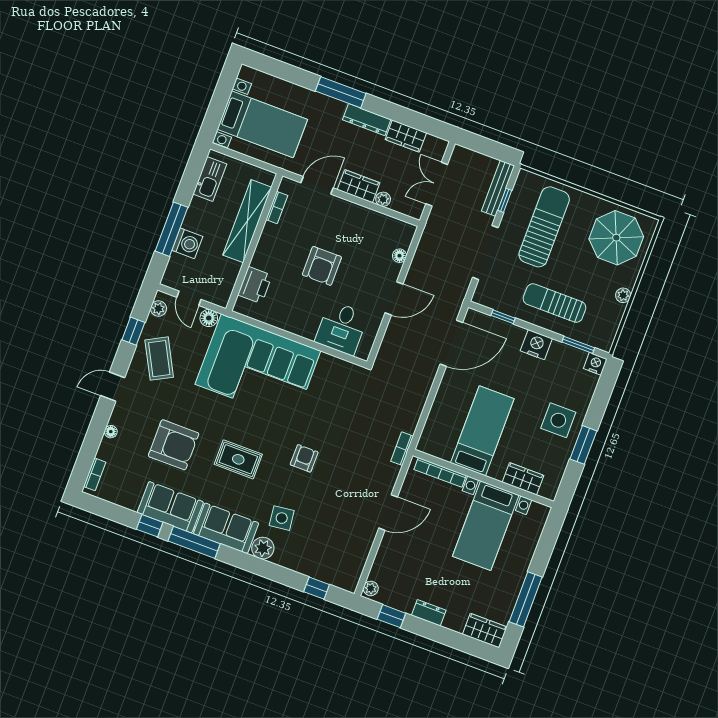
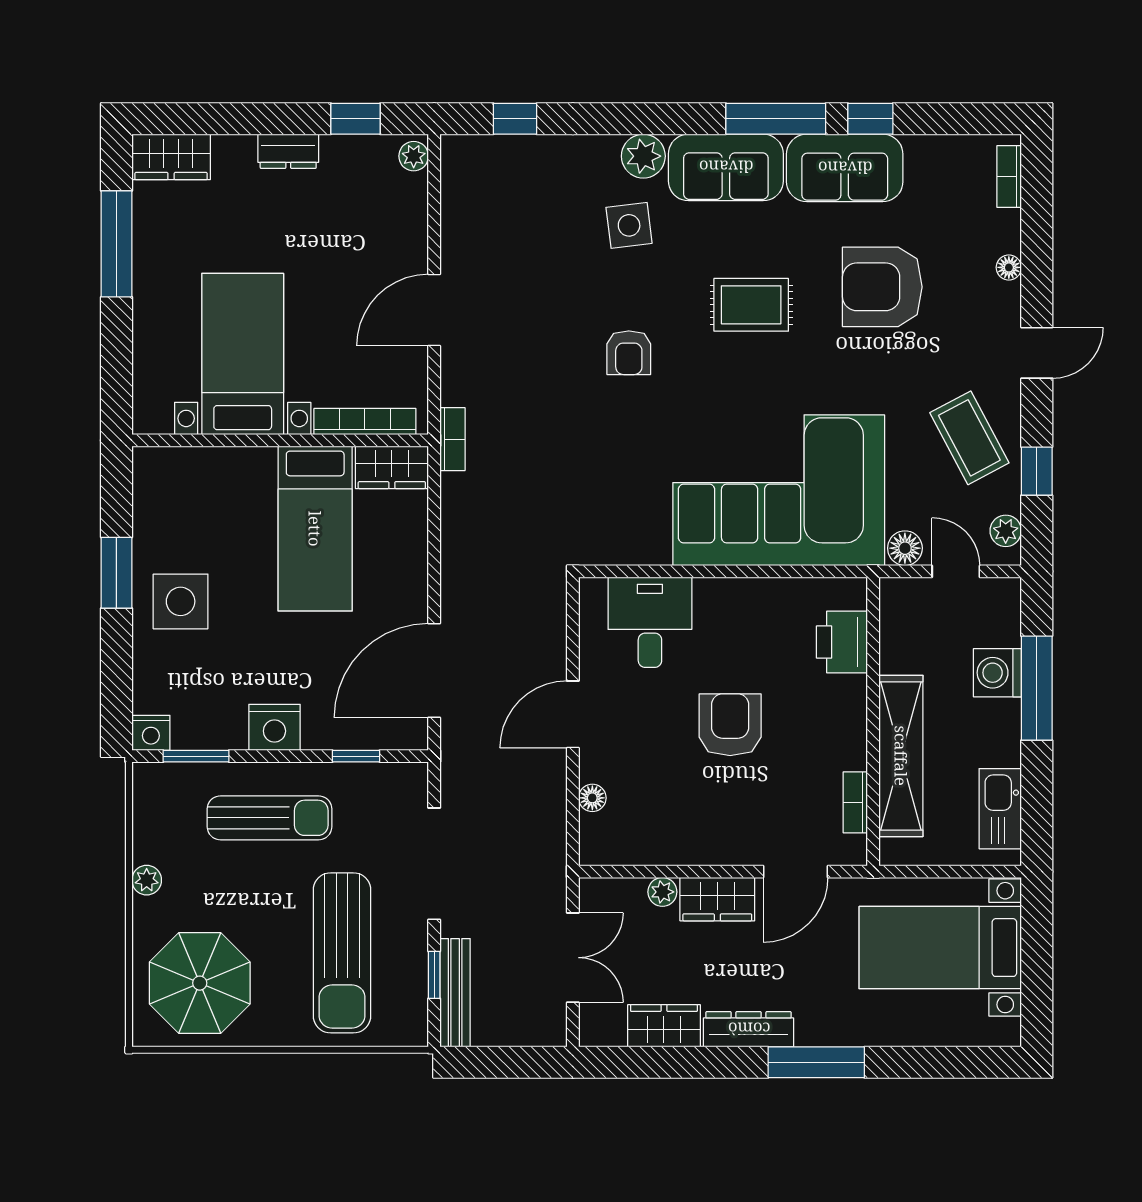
wardrobe: (523, 479) -> (392, 467), moved

